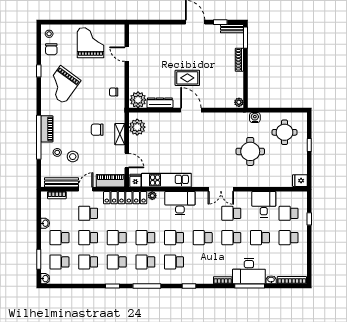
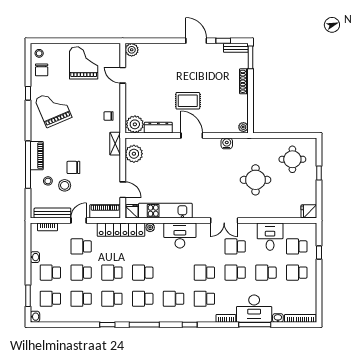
plant: (135, 30) -> (132, 50), added
grand piano: (62, 85) -> (53, 108), turned 121
water cooler: (255, 117) -> (227, 143), moved
chair: (97, 130) -> (73, 167), moved
shelving: (120, 134) -> (115, 144), moved
school desk: (174, 238) -> (204, 299), moved

